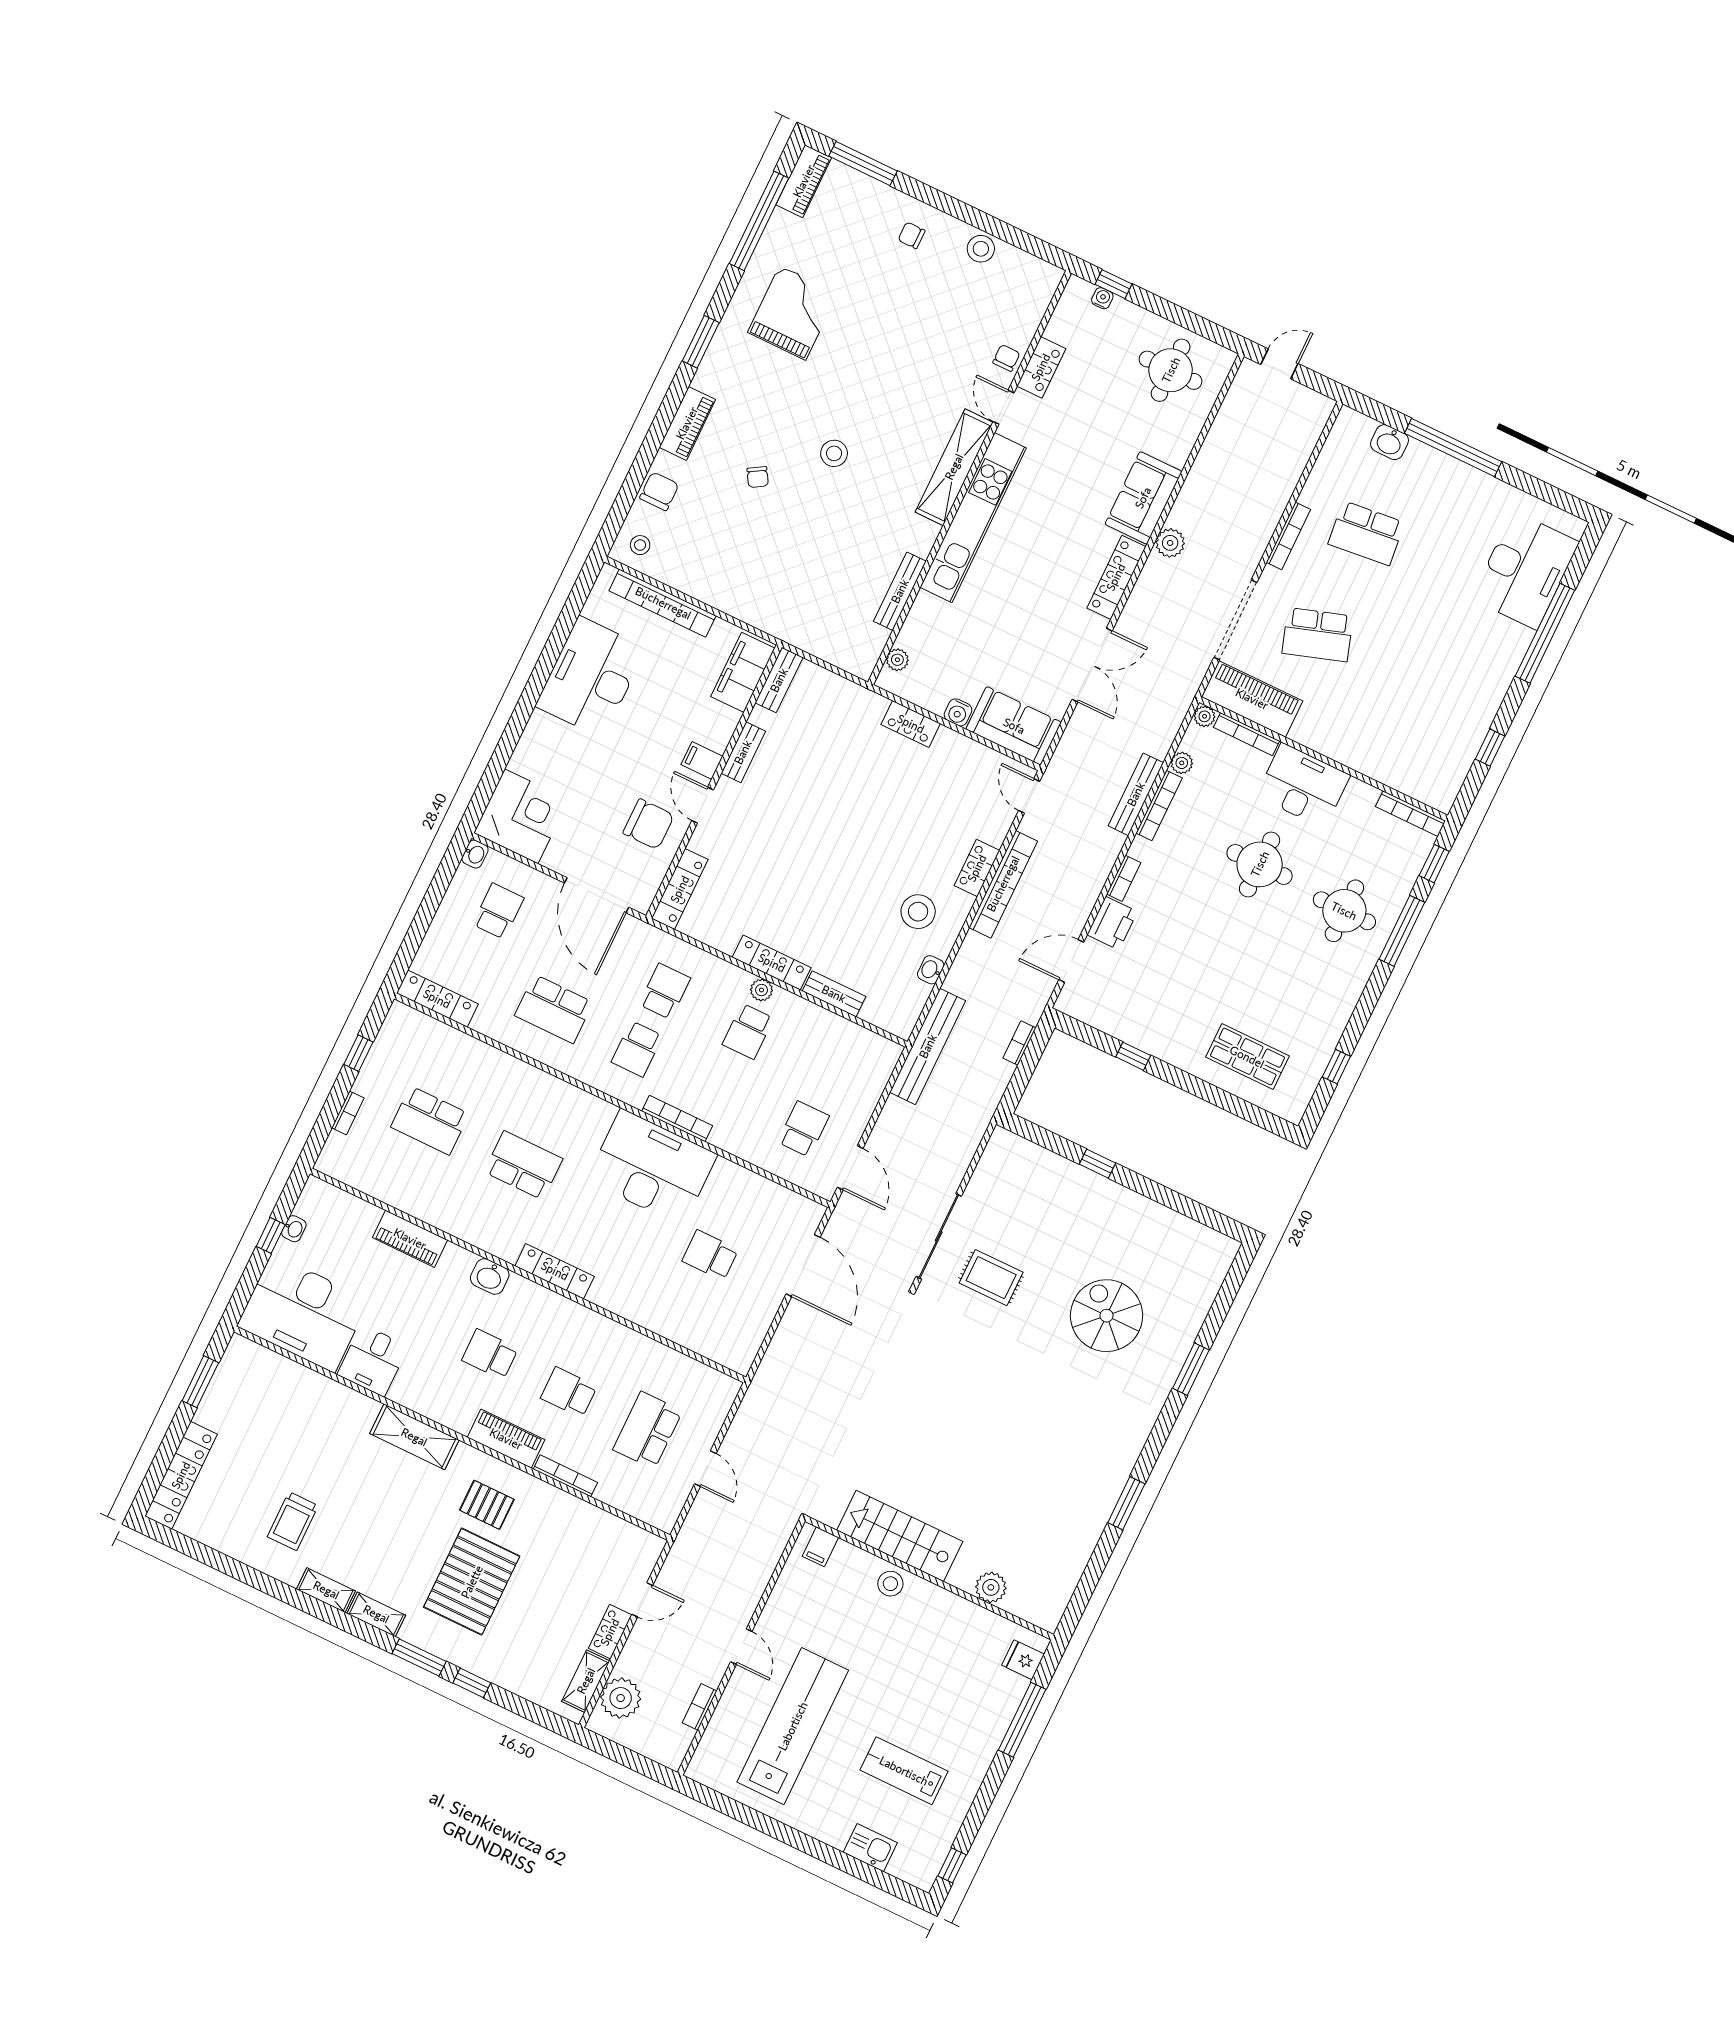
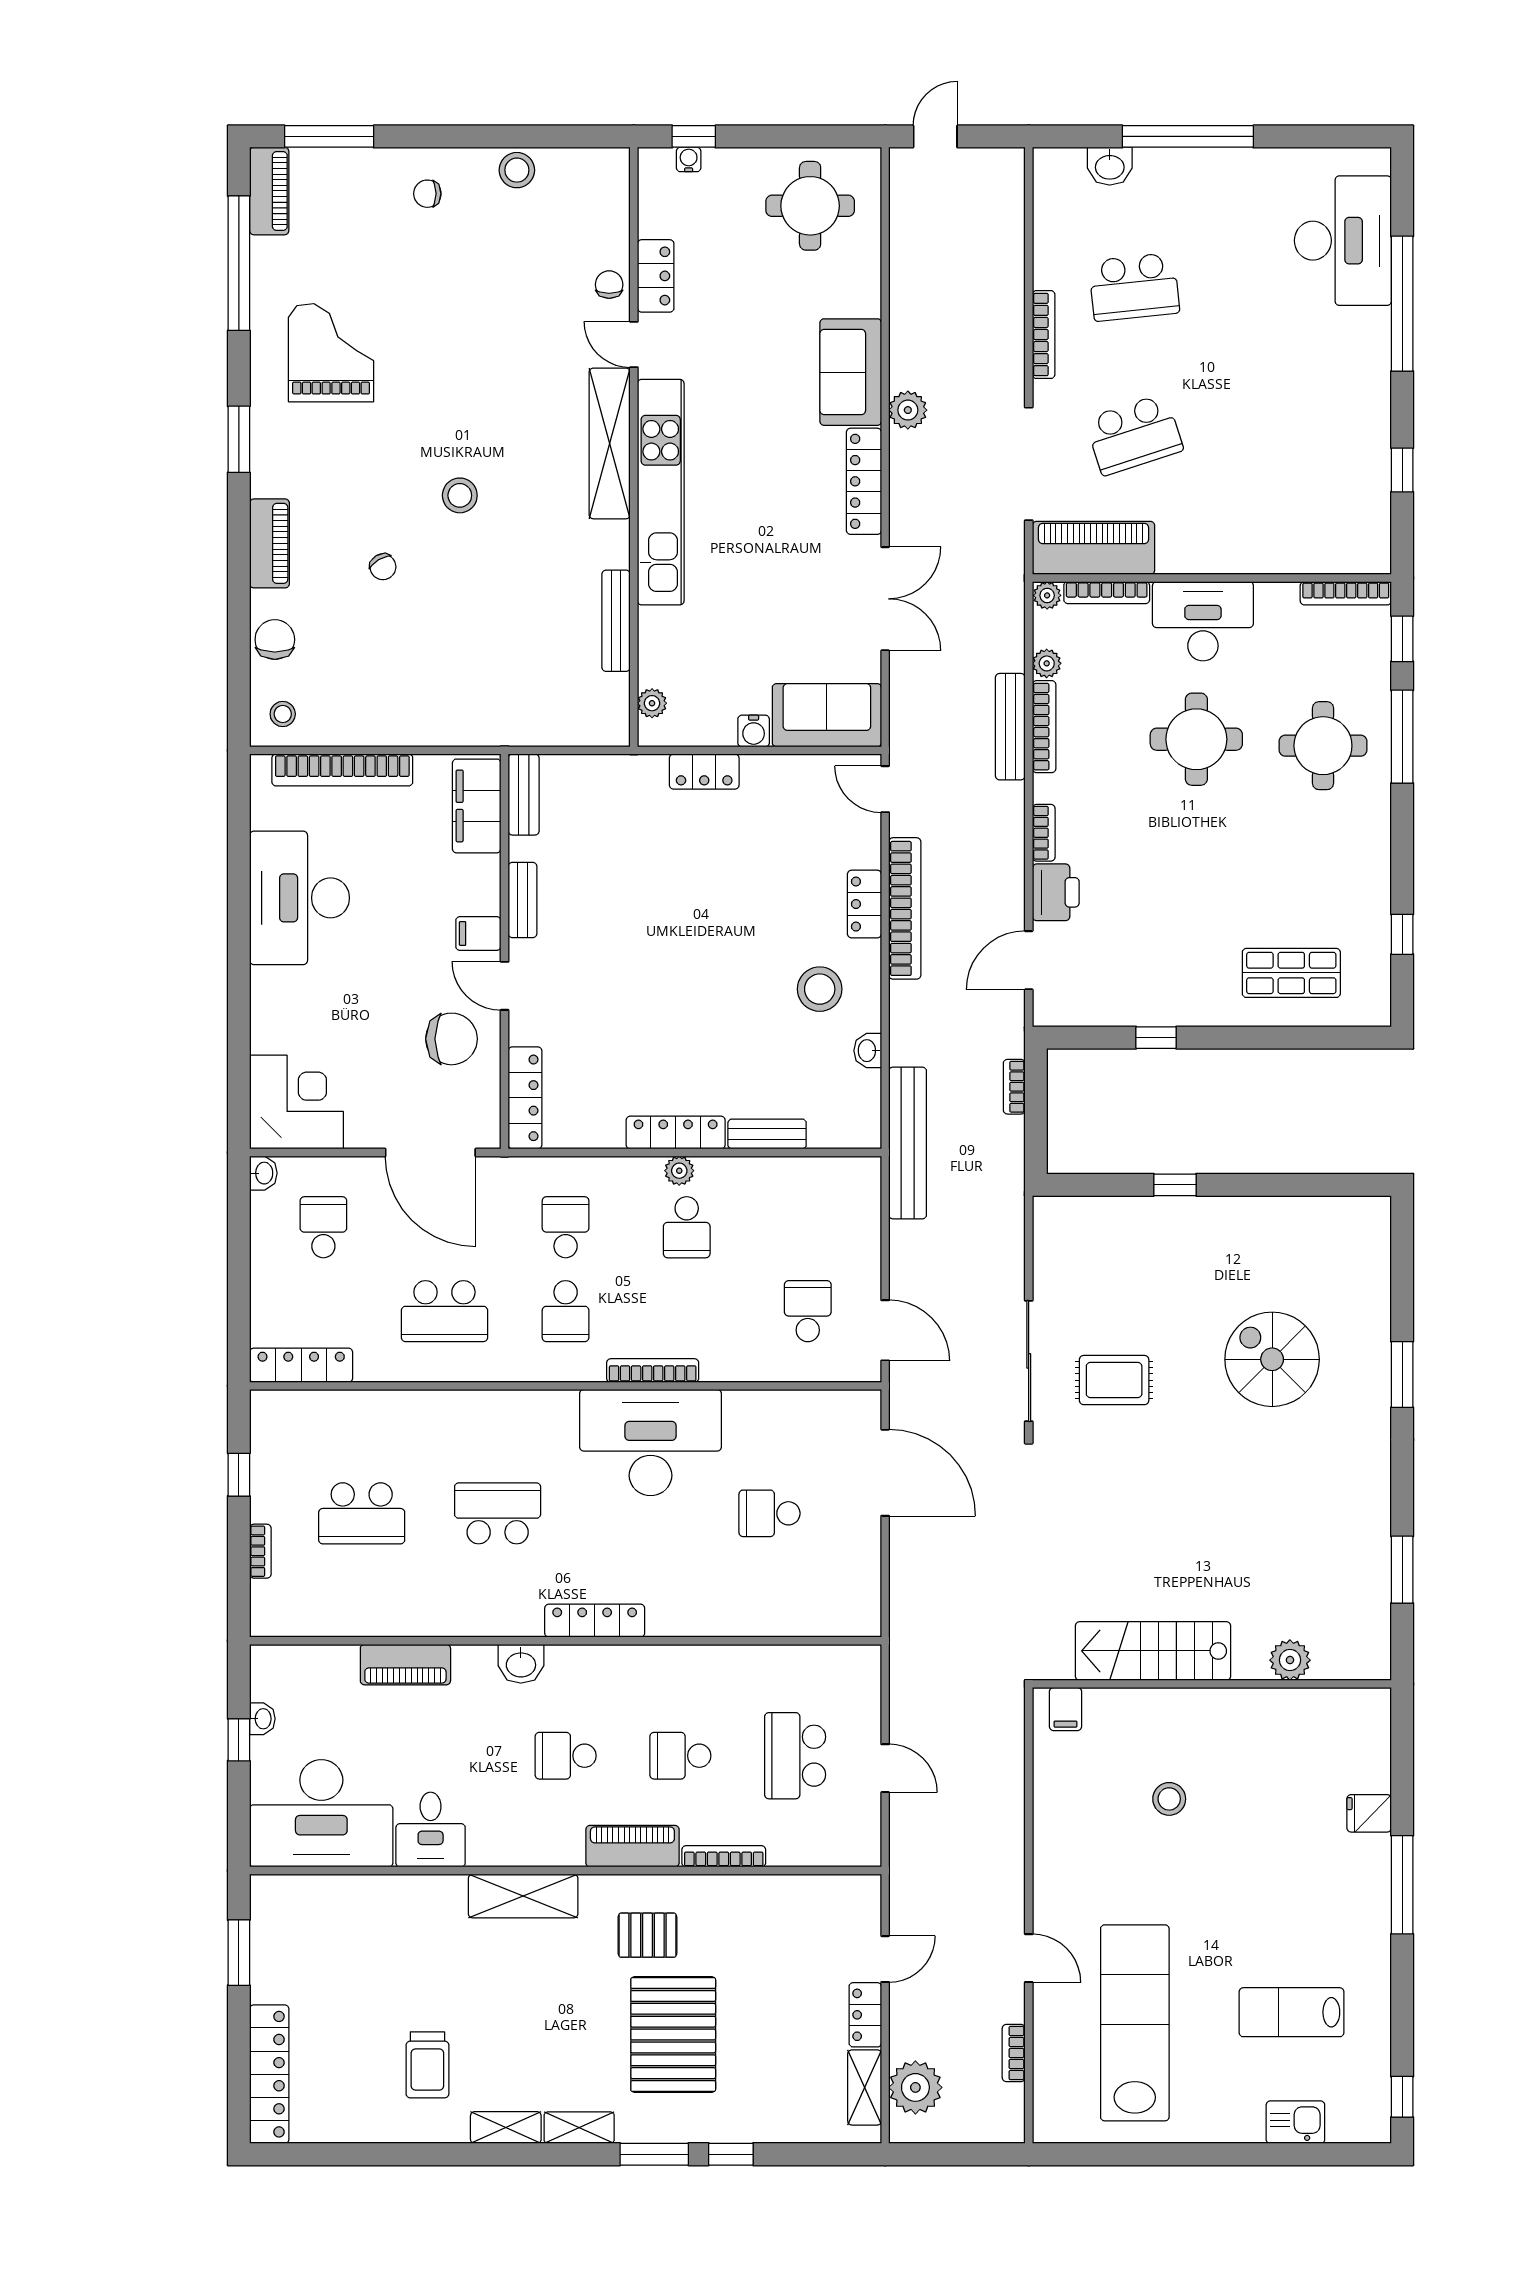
stairs: (900, 1536) -> (1153, 1651), moved
filing cabinet: (820, 1547) -> (1065, 1709), moved
wall: (929, 1578) -> (1212, 1684), moved
plant: (991, 1587) -> (1290, 1660), moved

